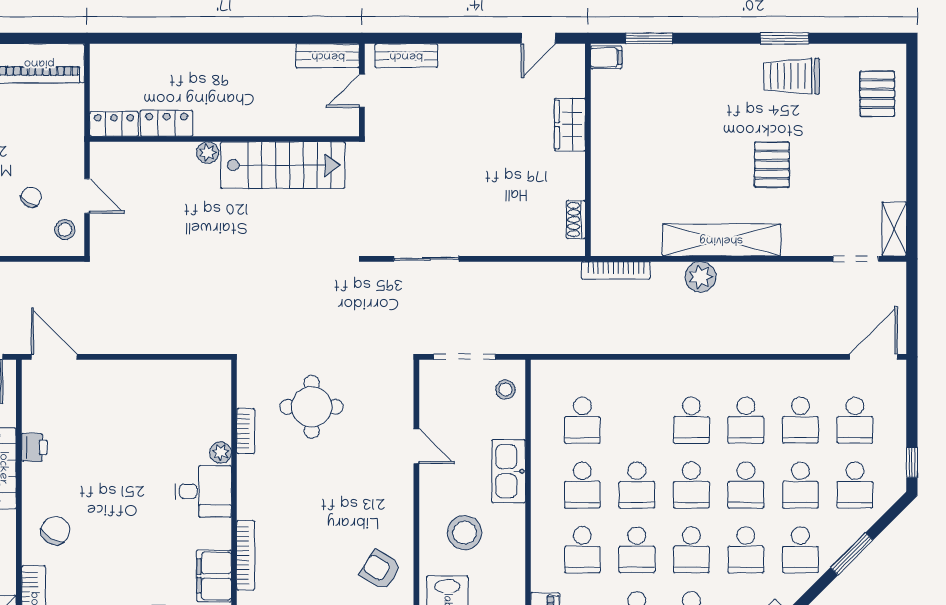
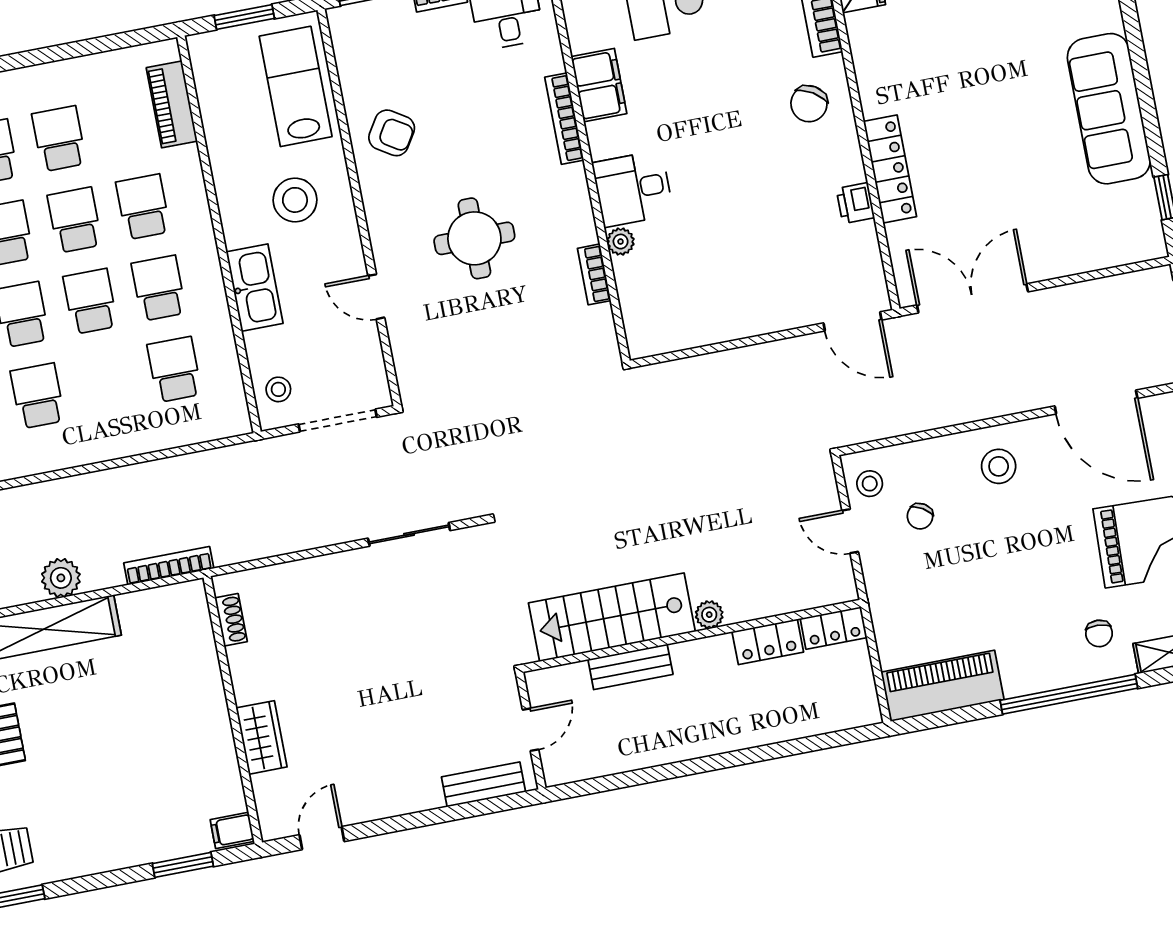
bench: (328, 56) -> (630, 667), moved
round table: (312, 407) -> (474, 238), moved

